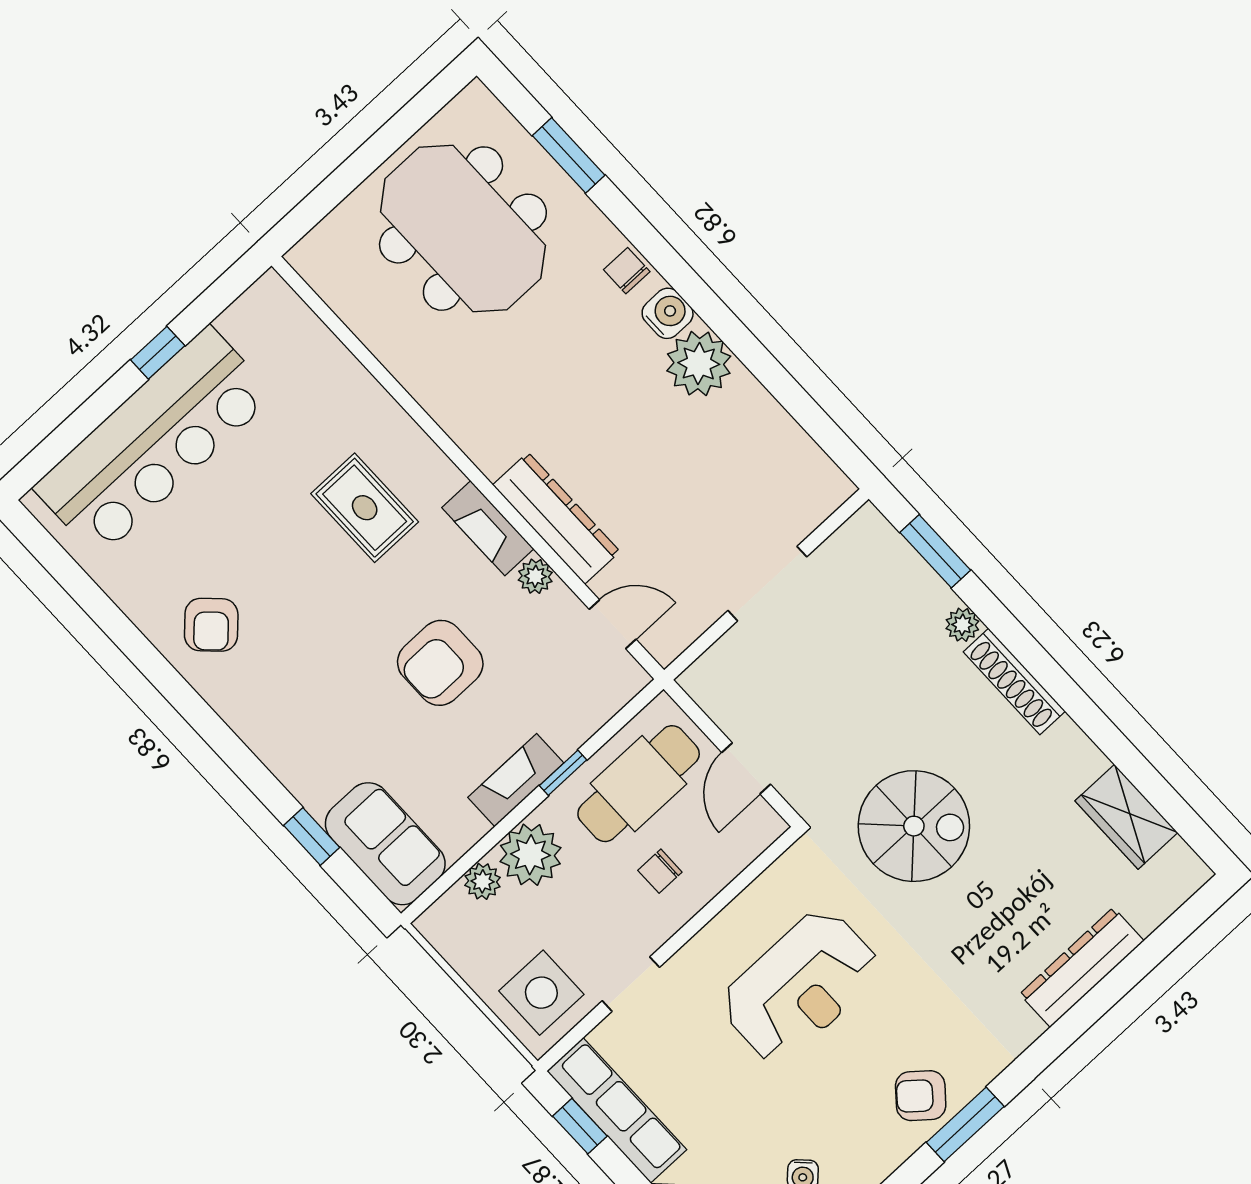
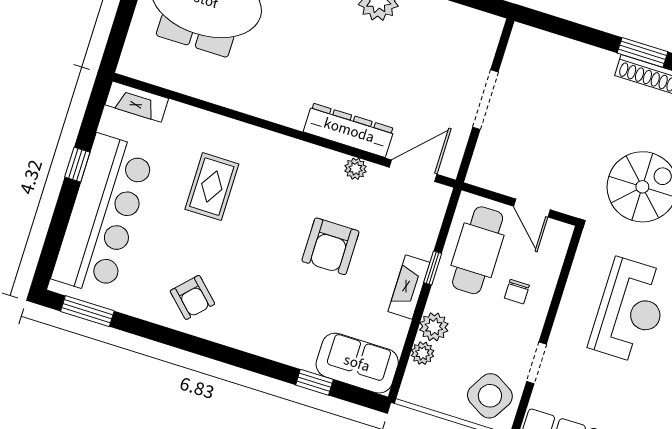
rug: (365, 508) -> (212, 187), moved, turned 90
fireplace: (488, 528) -> (137, 102), moved
window: (935, 551) -> (642, 52), moved
window: (57, 561) -> (87, 311), added
door: (613, 624) -> (413, 171), width x1.37
plant: (962, 625) -> (606, 61), removed
plant: (530, 855) -> (434, 327), width x0.73, depth x0.73
side table: (541, 993) -> (490, 396), turned 31

